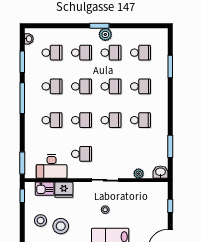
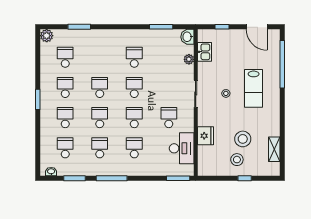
plant: (105, 34) -> (47, 36), moved
school desk: (141, 86) -> (100, 57), removed
kitchen sink: (45, 189) -> (204, 52), moved
window: (22, 196) -> (245, 178), moved

